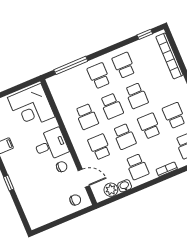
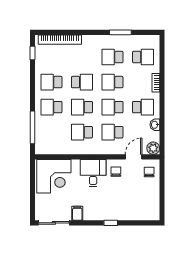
school desk: (112, 106) -> (82, 107), turned 180
school desk: (87, 117) -> (82, 132), turned 180
school desk: (124, 136) -> (112, 107), turned 180
plant: (111, 190) -> (153, 148), moved

